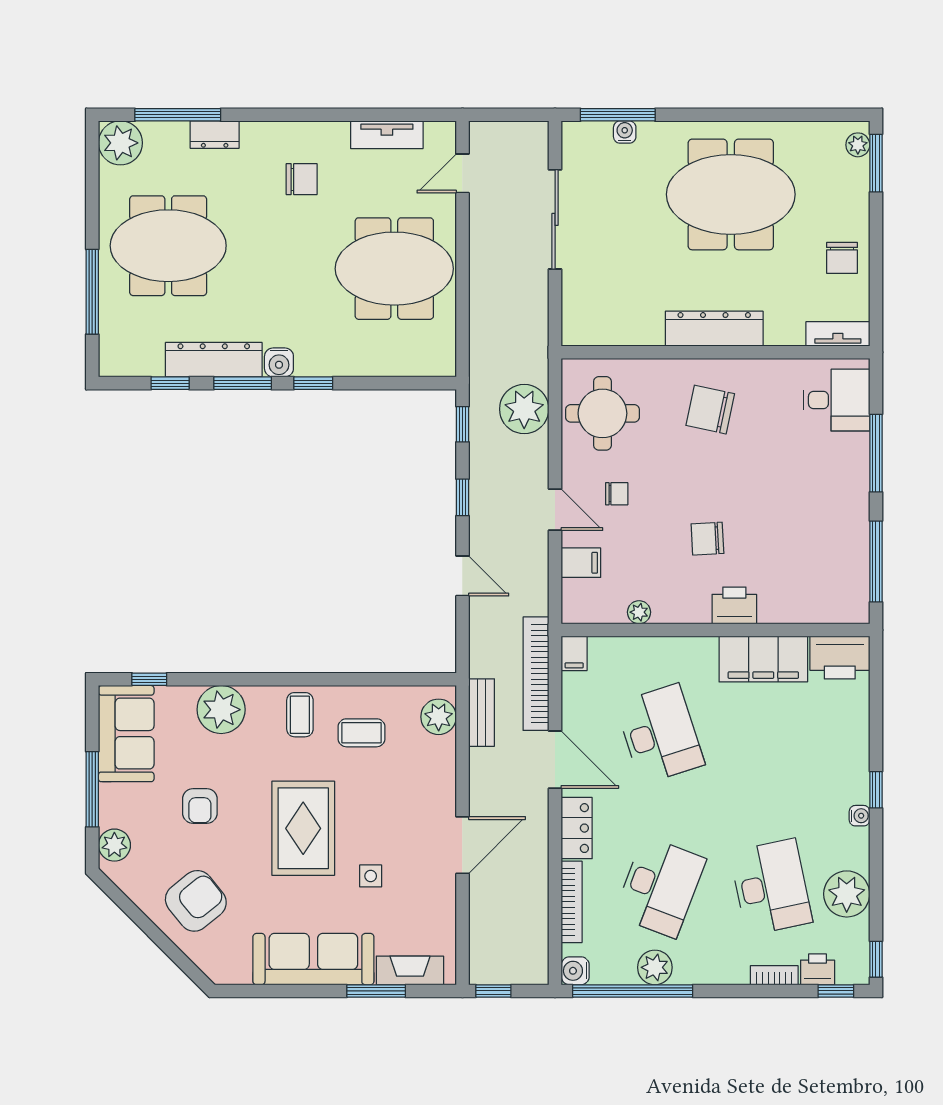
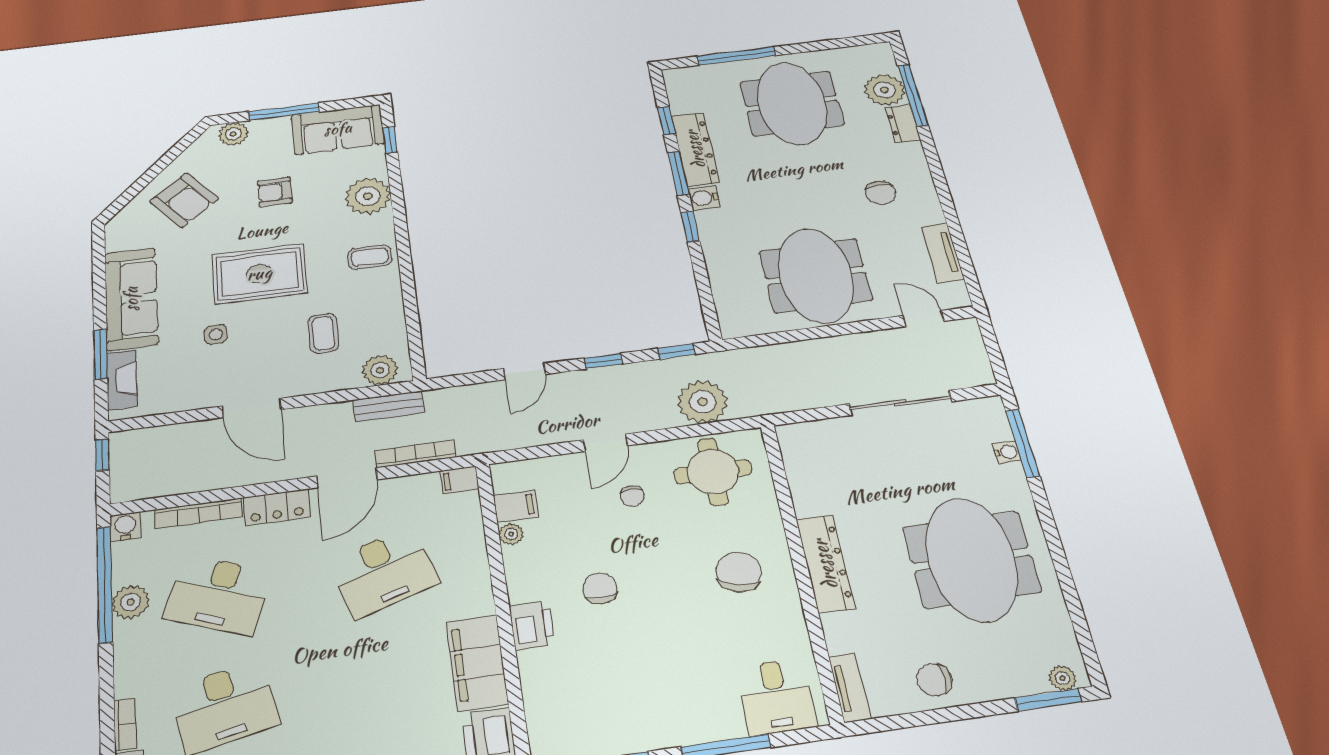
plant: (120, 143) -> (885, 90), moved
filing cabinet: (581, 563) -> (516, 506), moved, turned -90
bookcase: (536, 674) -> (415, 454), width x0.68, depth x0.76
coffee table: (362, 733) -> (323, 333), moved

